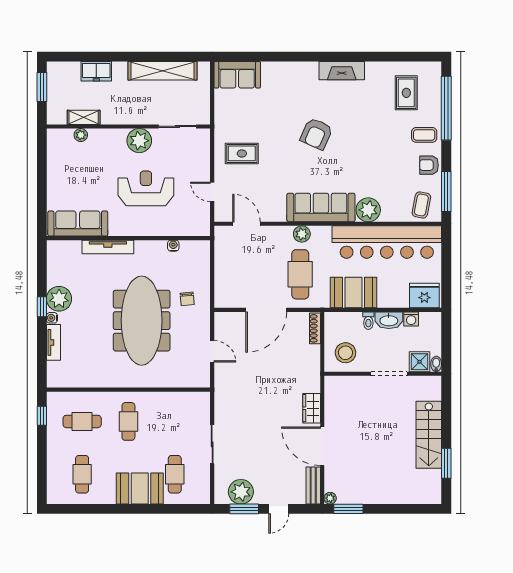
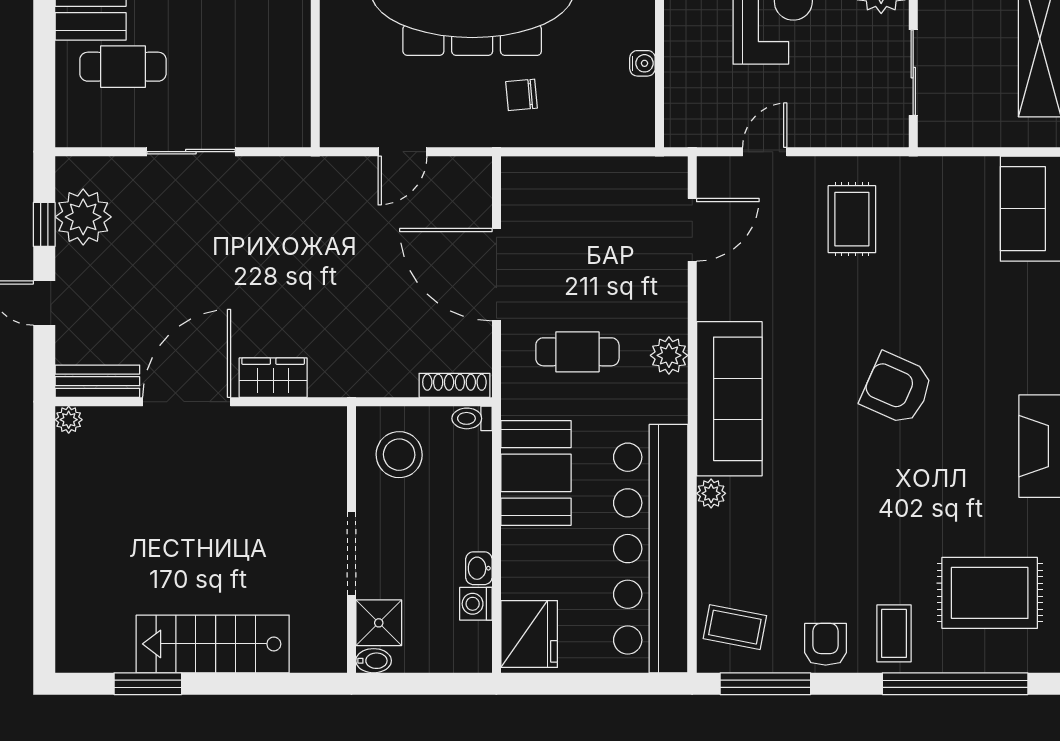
rug: (406, 93) -> (990, 593), width x1.36, depth x1.43
plant: (368, 210) -> (711, 493), width x0.53, depth x0.53
cafe table: (300, 274) -> (577, 352), width x0.73, depth x0.74
washbasin: (389, 320) -> (479, 568), width x0.52, depth x0.69
toilet: (368, 321) -> (472, 418), moved
window: (244, 509) -> (44, 224), width x0.67
window: (348, 509) -> (44, 461), removed

